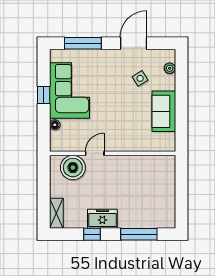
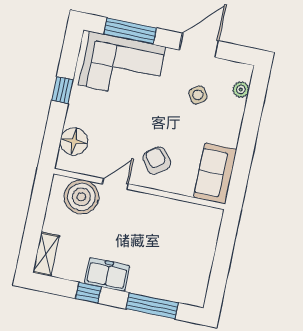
corner sofa: (69, 90) -> (122, 66), moved, turned 90
sofa: (164, 111) -> (215, 174), moved
floor lamp: (55, 125) -> (74, 141), width x1.89, depth x1.89
armchair: (121, 131) -> (157, 161), added

